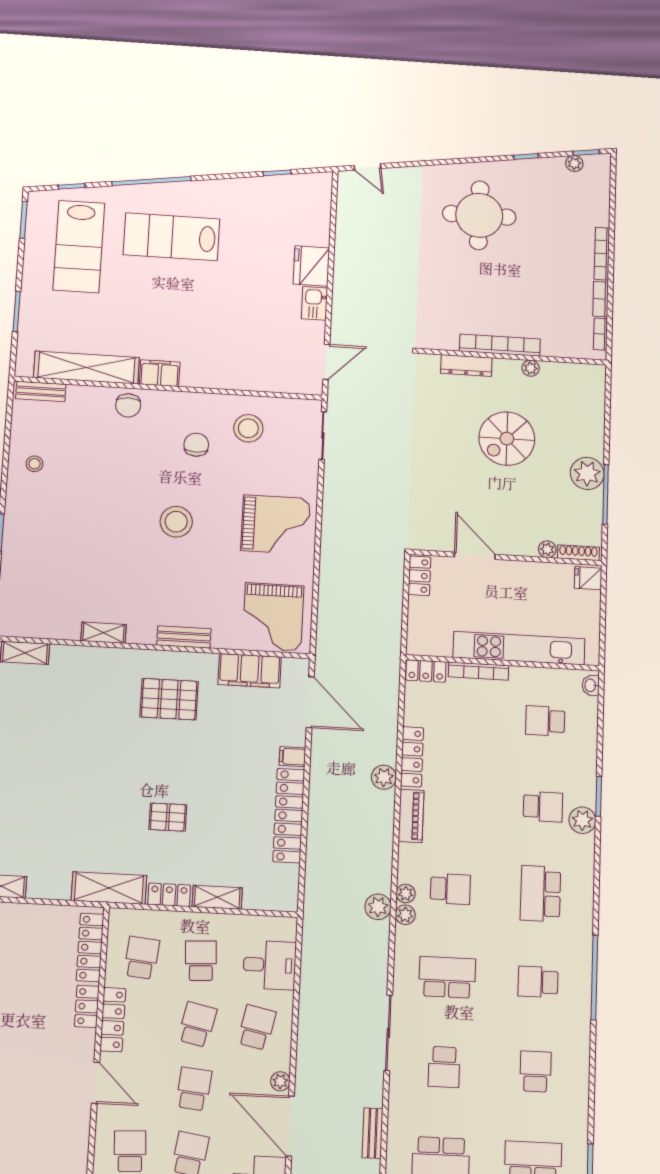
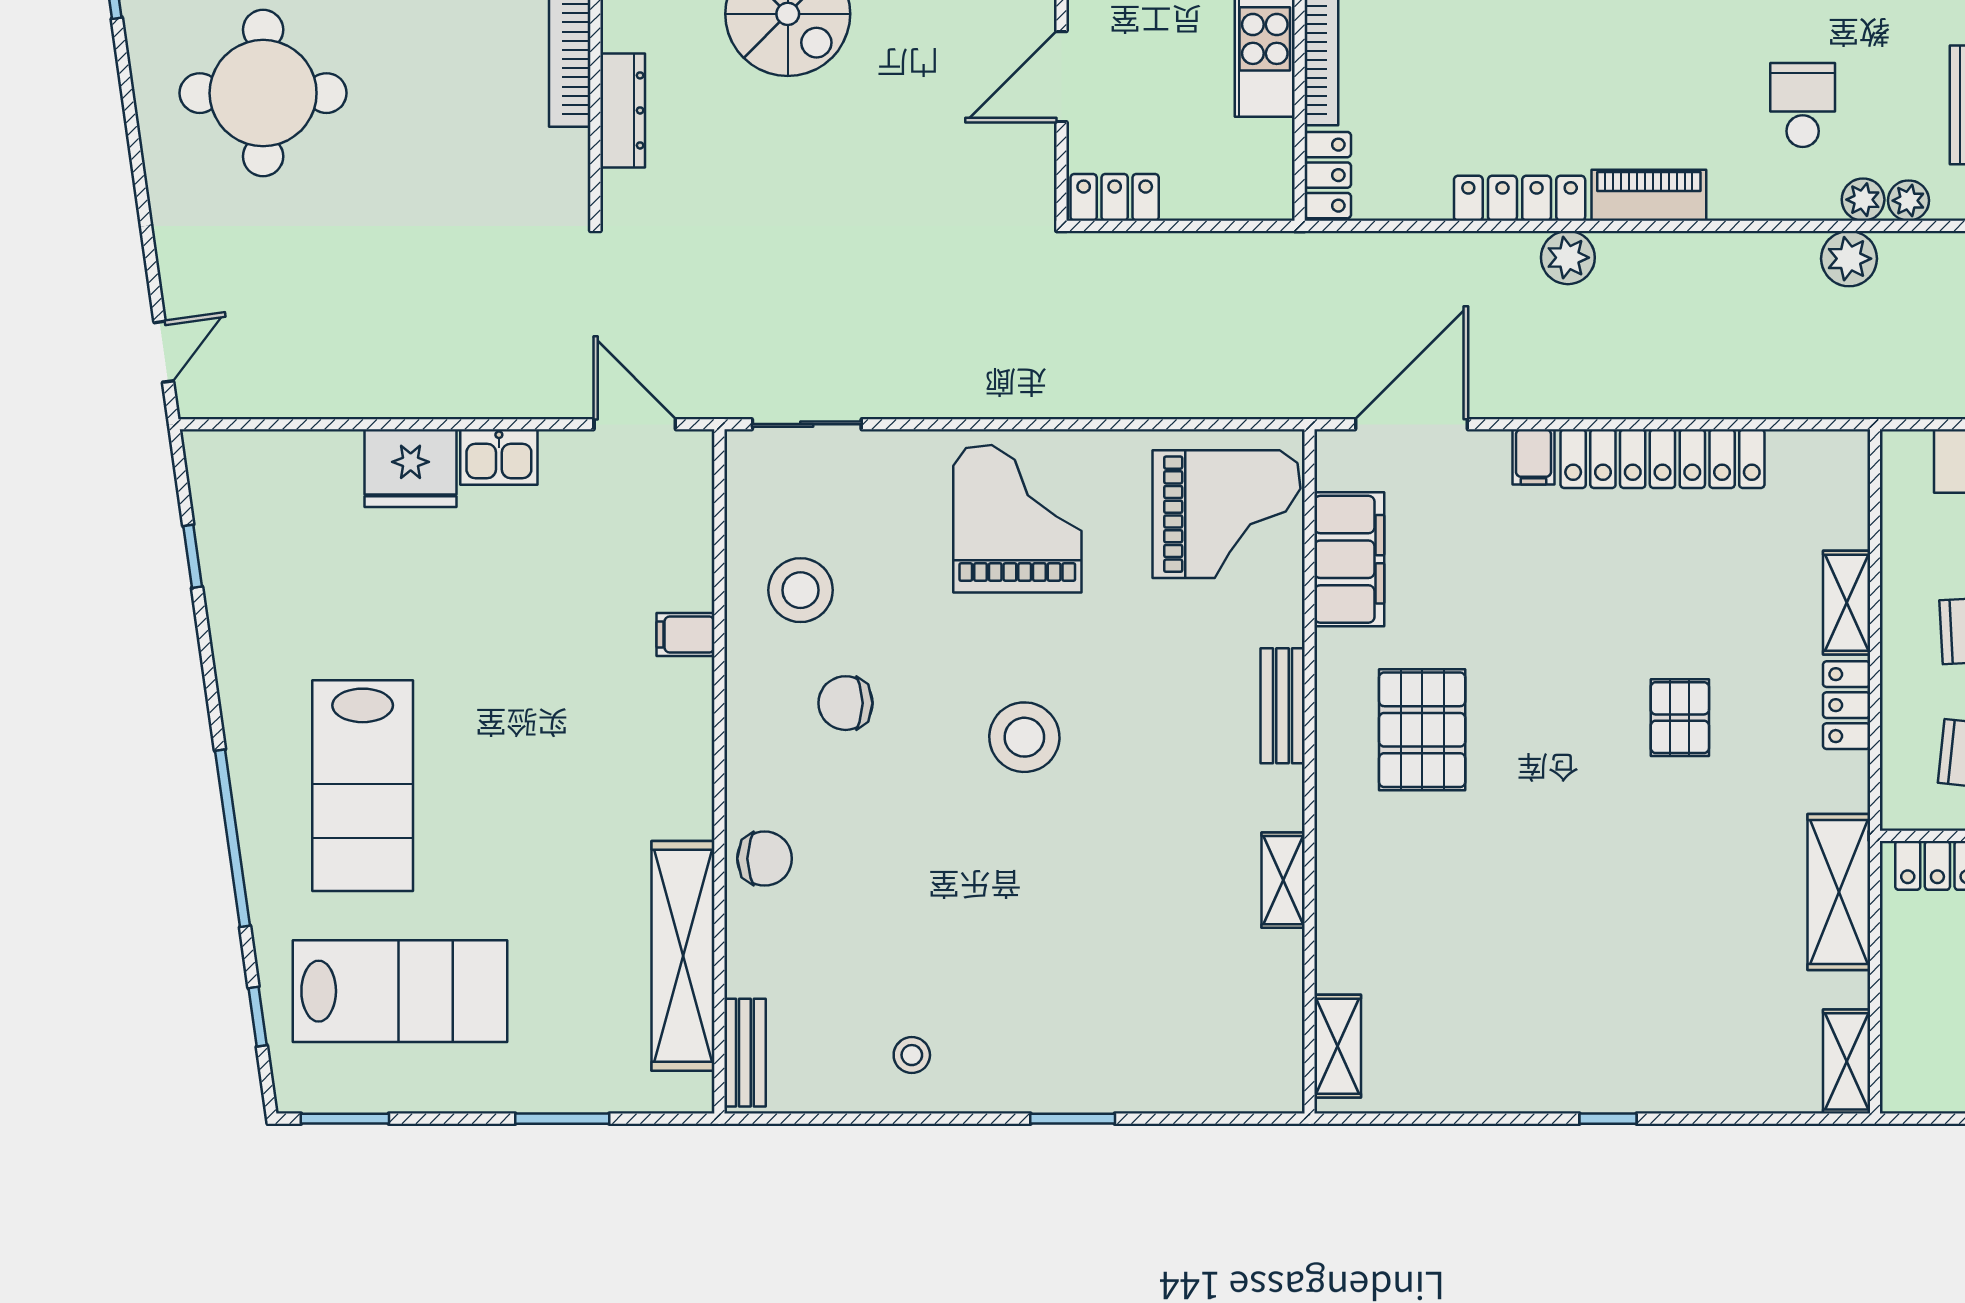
filing cabinet: (160, 373) -> (685, 635), moved, width x0.50
shelving: (109, 888) -> (1839, 892), moved
plant: (406, 894) -> (1909, 201), moved

